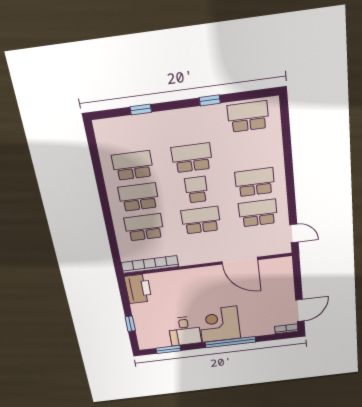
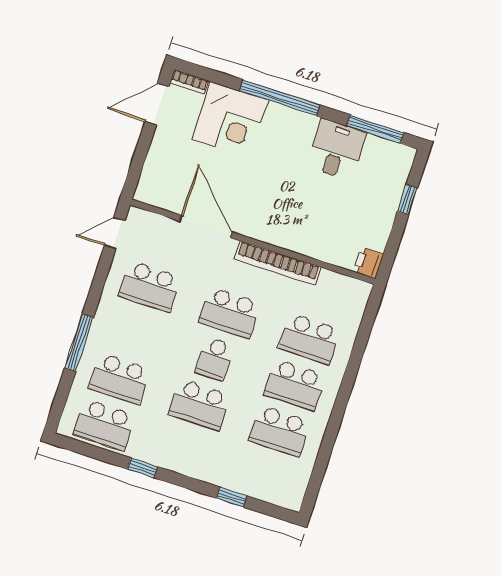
window: (288, 160) -> (79, 343), added
school desk: (255, 182) -> (120, 379), moved
door: (294, 233) -> (115, 233), hinge flipped
bookcase: (150, 264) -> (278, 263), moved
printer: (138, 289) -> (368, 263), width x0.53, depth x0.68
corner desk: (219, 324) -> (230, 120), moved
window: (168, 349) -> (375, 129), width x1.44

